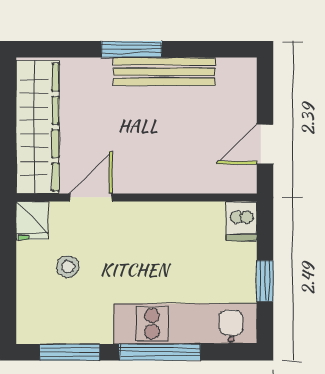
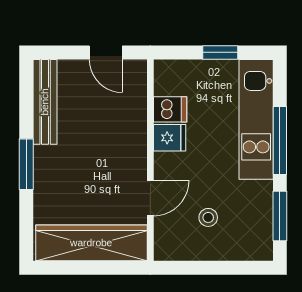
bench: (164, 72) -> (45, 102), moved
door: (91, 197) -> (150, 198), swing flipped
fridge: (32, 221) -> (170, 138), moved
dishwasher: (241, 221) -> (170, 109), moved

